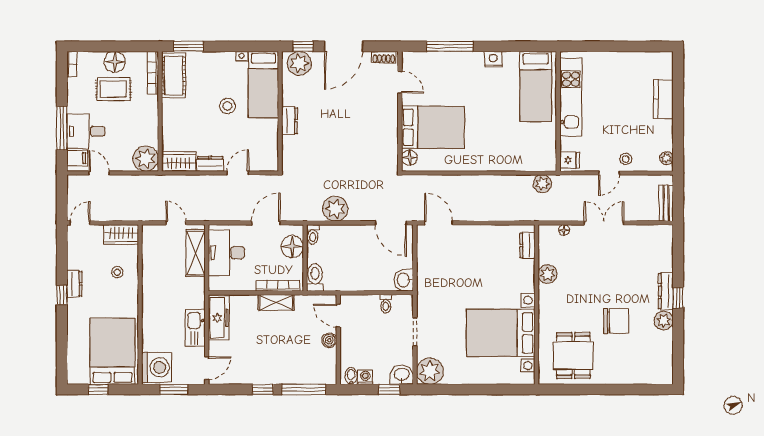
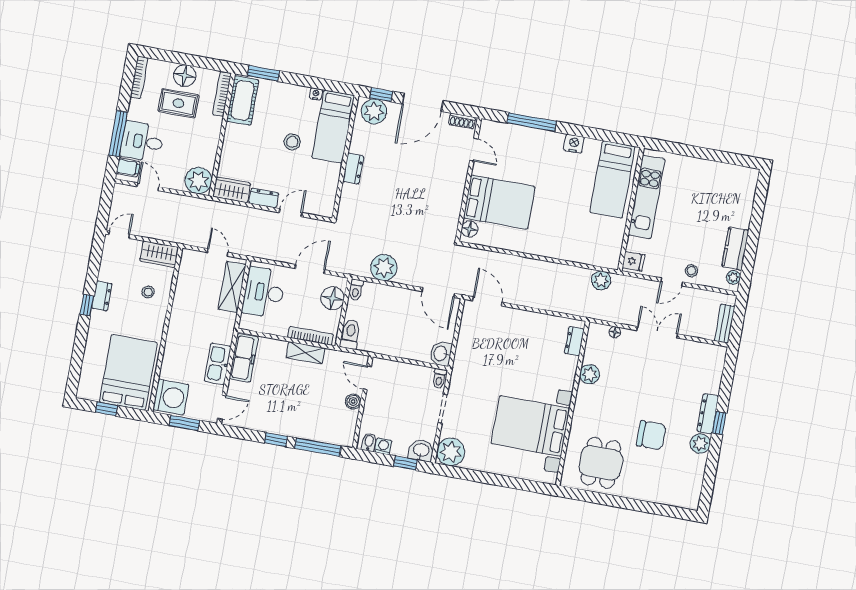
bookcase: (72, 64) -> (139, 77), width x1.56
kitchen counter: (663, 99) -> (735, 249), moved
toilet: (386, 304) -> (439, 378), moved

